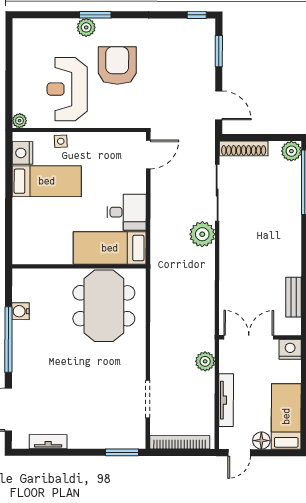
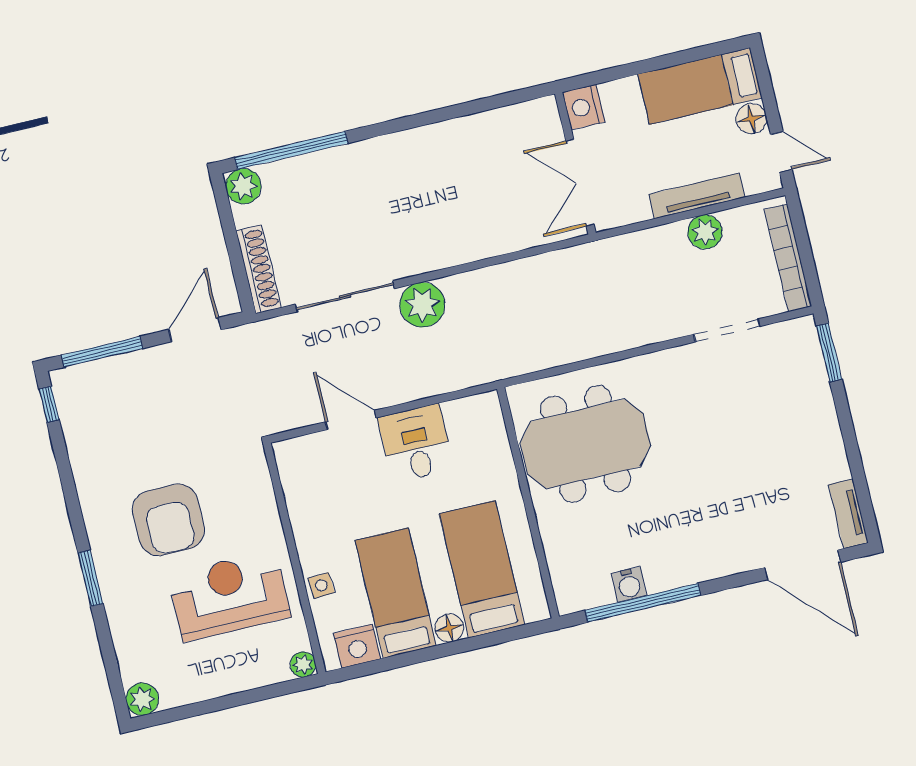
plant: (86, 27) -> (142, 699), moved
window: (219, 51) -> (102, 352), width x1.44
armchair: (117, 66) -> (168, 520), turned -90
reception desk: (67, 89) -> (229, 596), turned 180
door: (148, 154) -> (351, 420), moved
floor lamp: (20, 206) -> (449, 628), added
bed: (110, 248) -> (482, 569), moved, turned 180
bench: (294, 297) -> (493, 123), removed
window: (8, 339) -> (643, 603), moved
plant: (205, 361) -> (705, 232), moved
tv unit: (48, 442) -> (848, 514), moved

